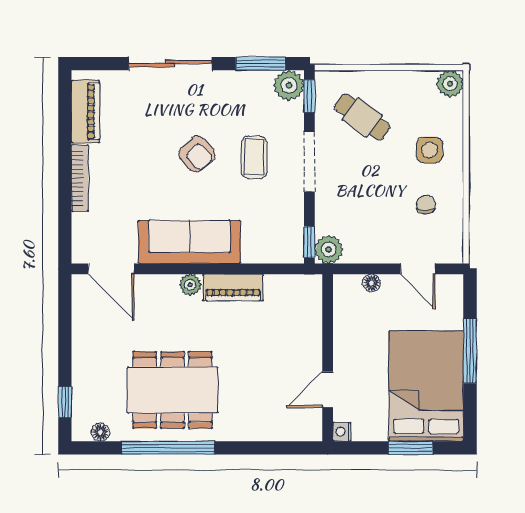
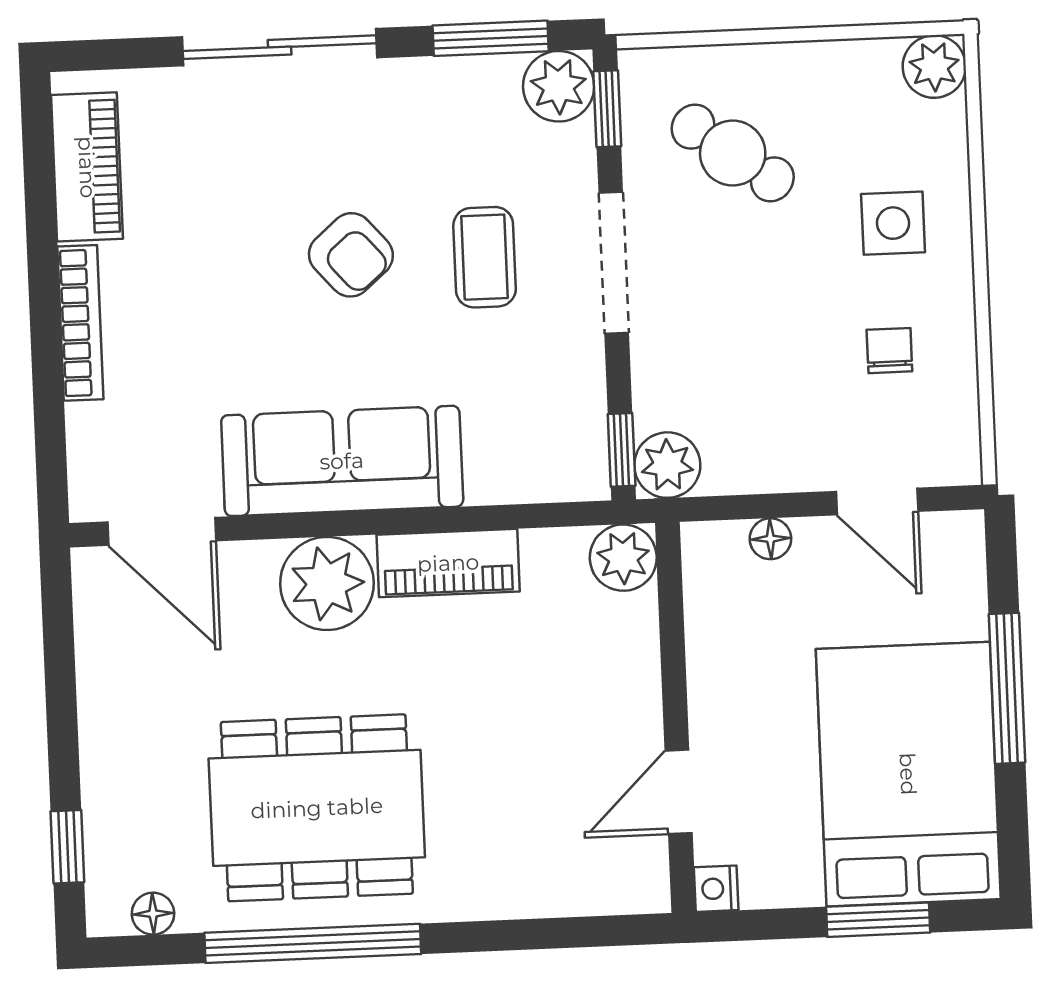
plant: (190, 285) -> (327, 583), width x1.88, depth x1.88
plant: (308, 288) -> (623, 558), added

